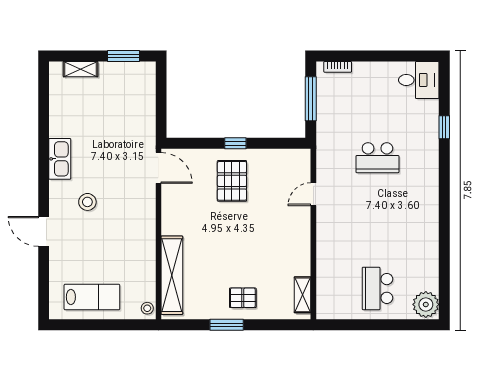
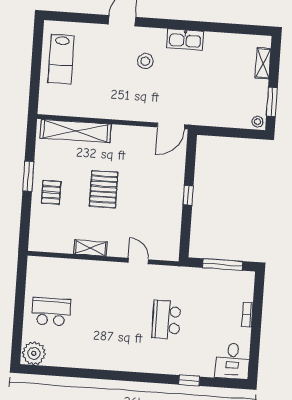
bookcase: (338, 67) -> (247, 315), moved
pallet: (232, 181) -> (104, 189), moved, turned 90
shelving: (303, 295) -> (91, 248), moved
stool: (147, 308) -> (257, 122), moved

